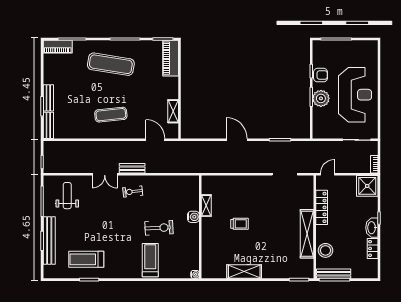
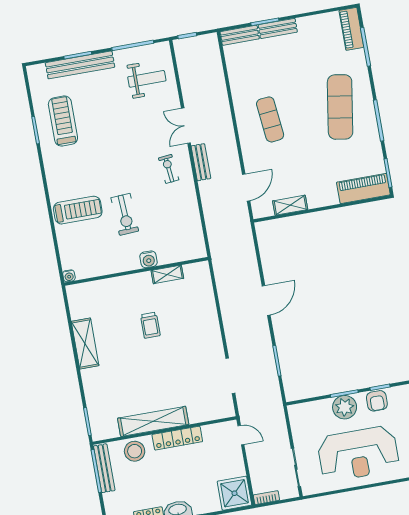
locker: (322, 207) -> (177, 438), moved

